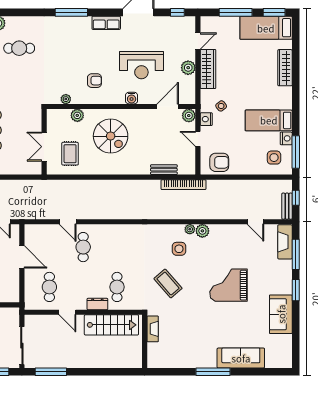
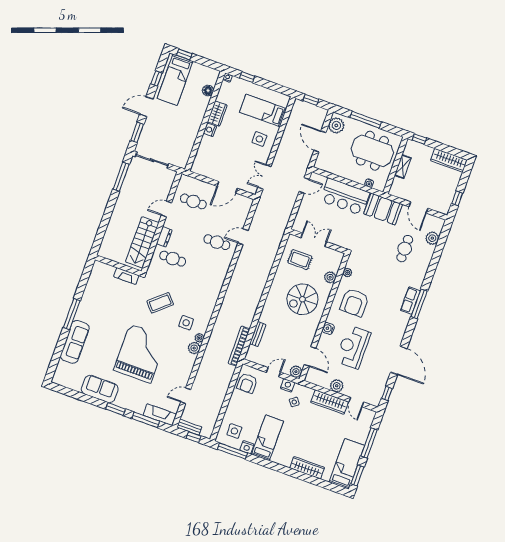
row of seats: (106, 23) -> (410, 301), moved
armchair: (94, 81) -> (354, 302), width x1.88, depth x1.88
grand piano: (229, 285) -> (140, 354), width x1.37, depth x1.48

